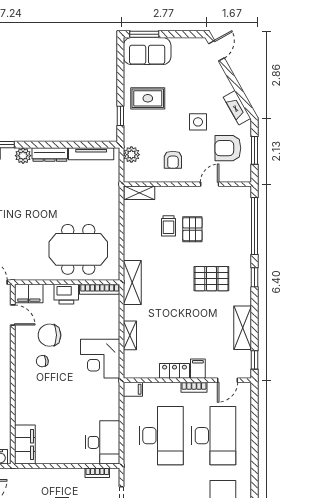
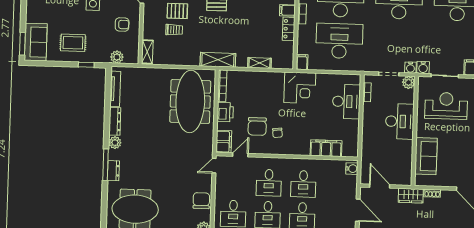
rug: (148, 98) -> (73, 43), turned 90
meeting table: (78, 249) -> (190, 101), width x1.36
corner desk: (100, 359) -> (300, 88), moved
desk: (103, 442) -> (346, 102), moved, turned 90
filing cabinet: (25, 445) -> (326, 148), moved

